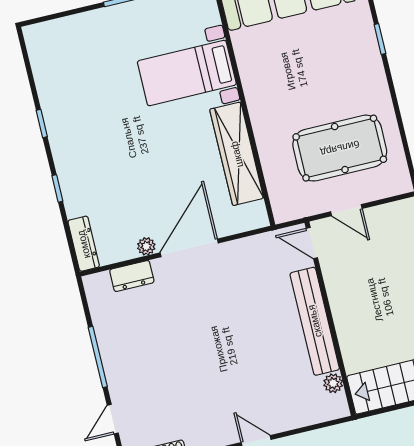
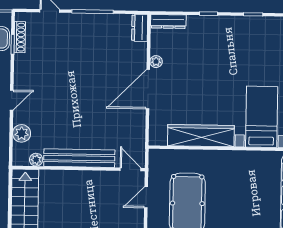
door: (312, 243) -> (130, 169), hinge flipped
door: (189, 248) -> (148, 89), swing flipped
dresser: (132, 276) -> (140, 28), moved
plant: (301, 414) -> (22, 133), added

